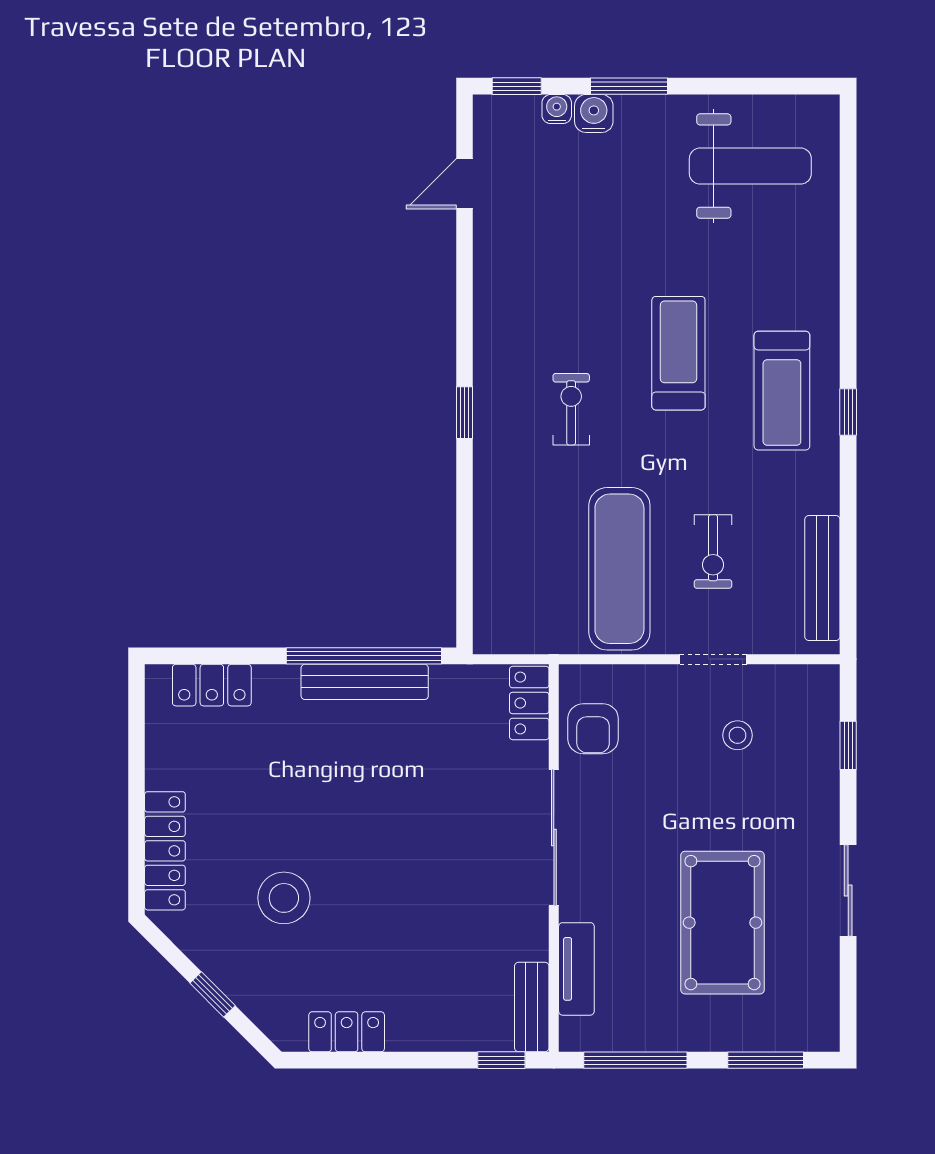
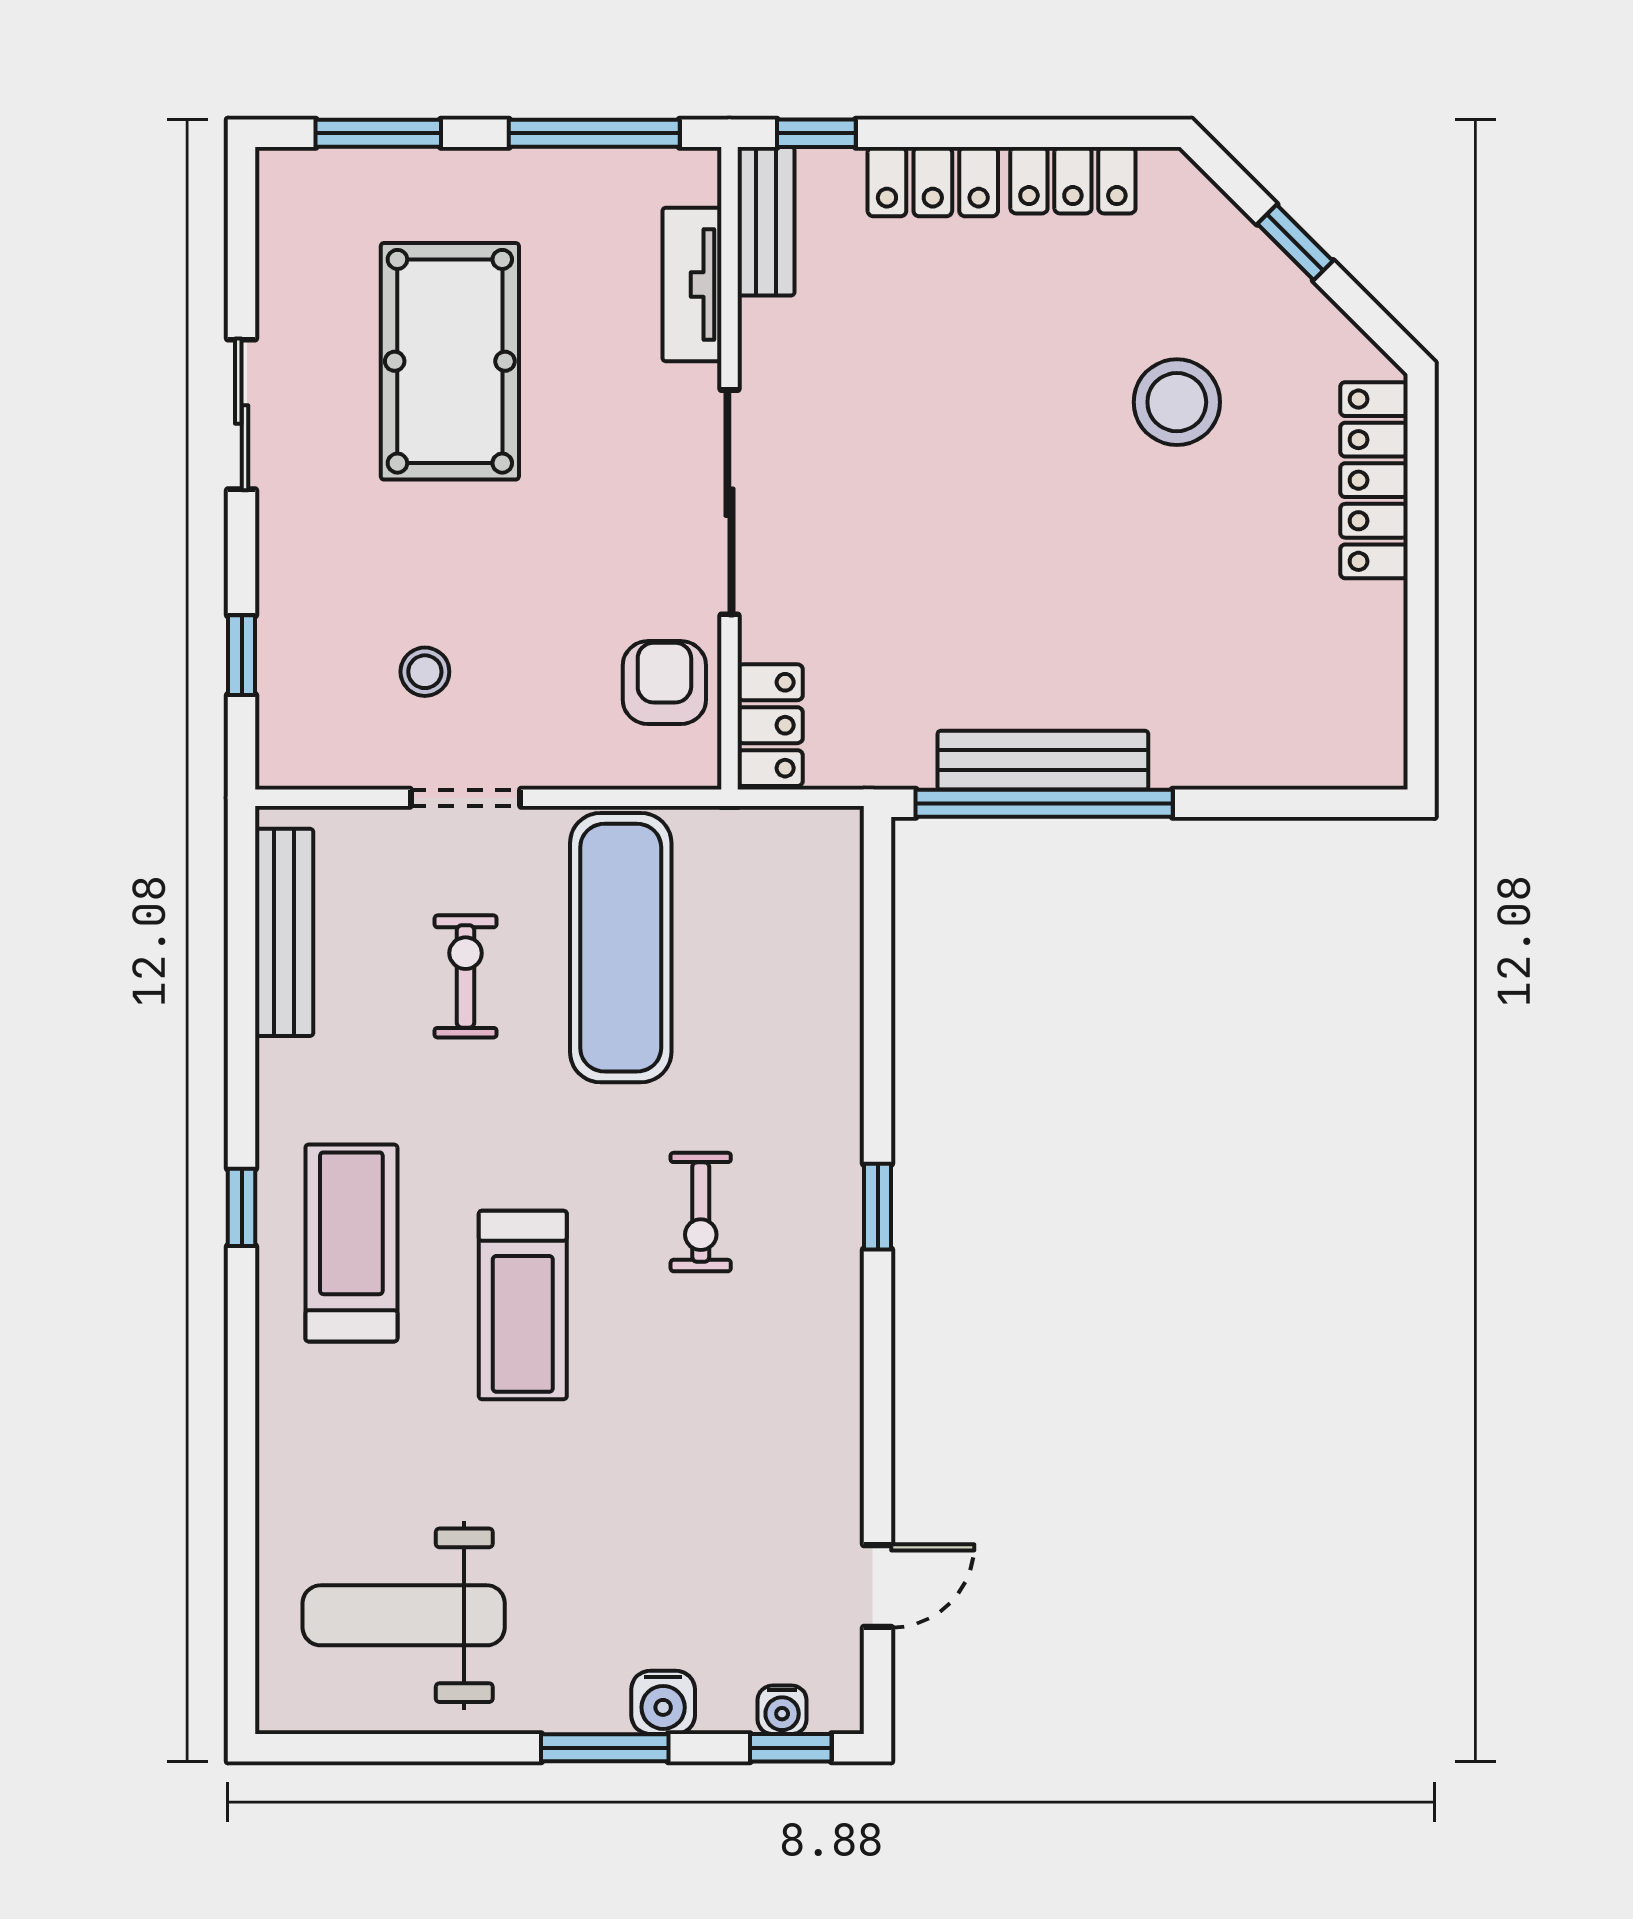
water cooler: (557, 109) -> (782, 1710), moved
locker: (212, 685) -> (933, 182), moved, turned 180

